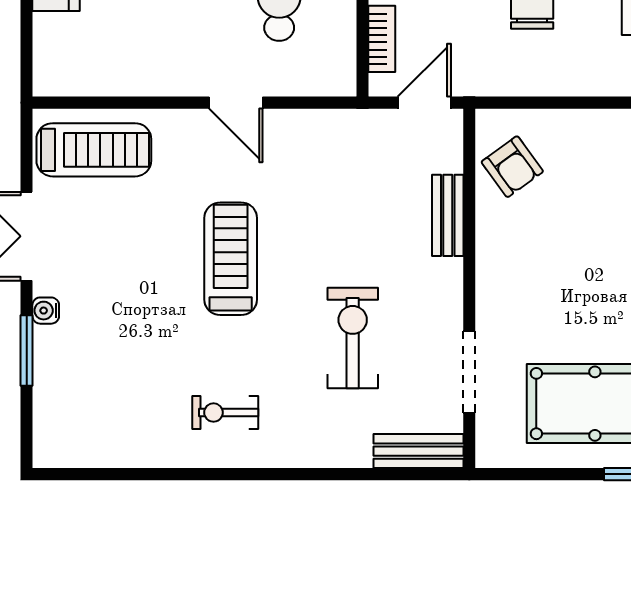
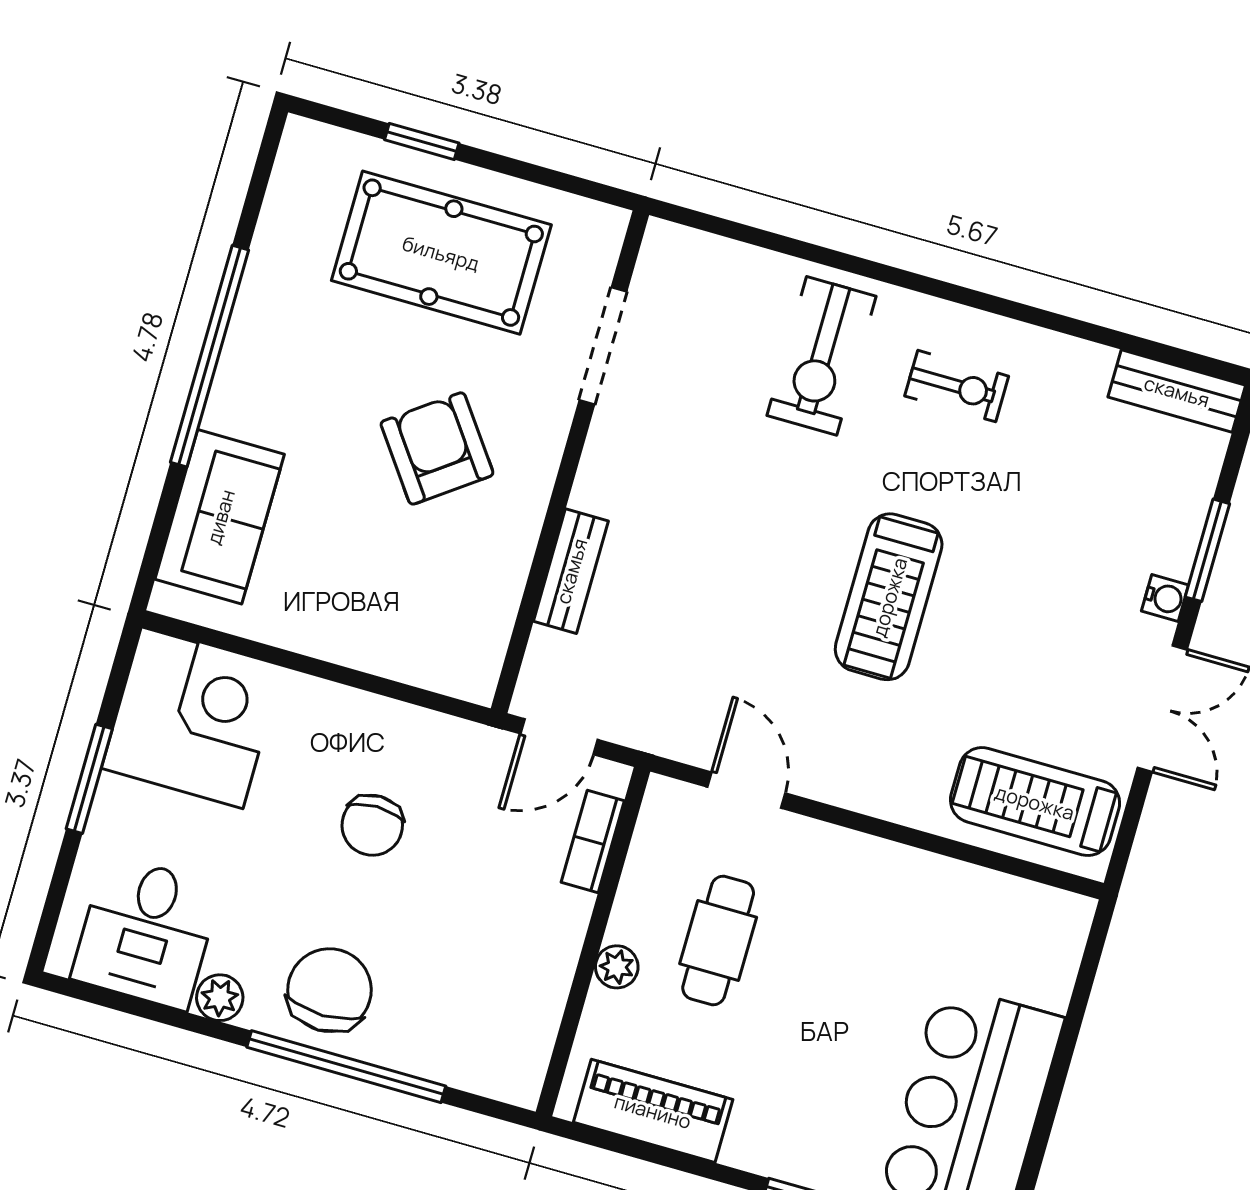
door: (236, 103) -> (746, 790), moved
armchair: (512, 167) -> (437, 448), moved, width x1.38, depth x1.38
exercise bike: (353, 338) -> (822, 356), moved
bench: (418, 451) -> (1177, 391), moved

